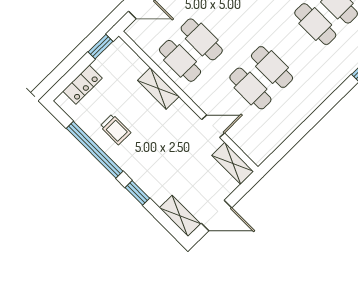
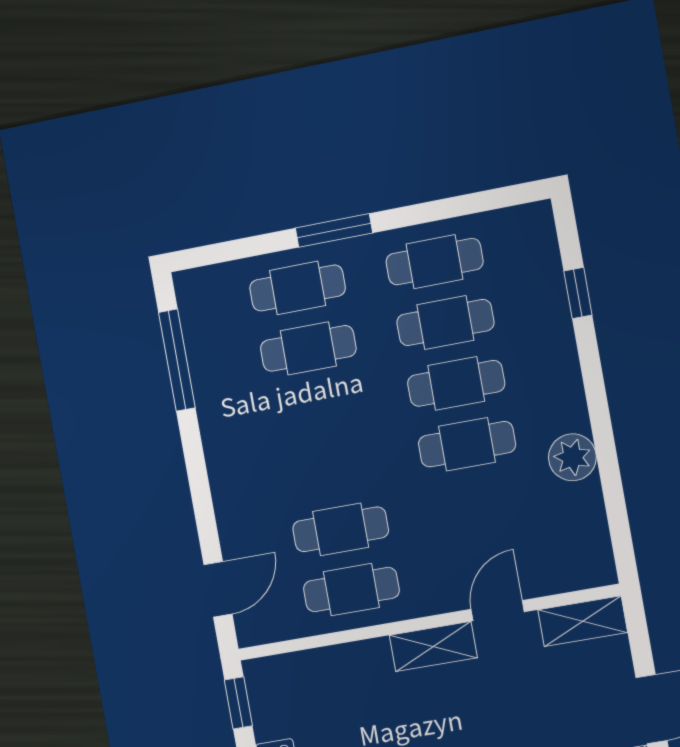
shelving: (158, 88) -> (433, 646), moved
cafe table: (250, 88) -> (456, 383), moved
plant: (296, 113) -> (572, 457), added

